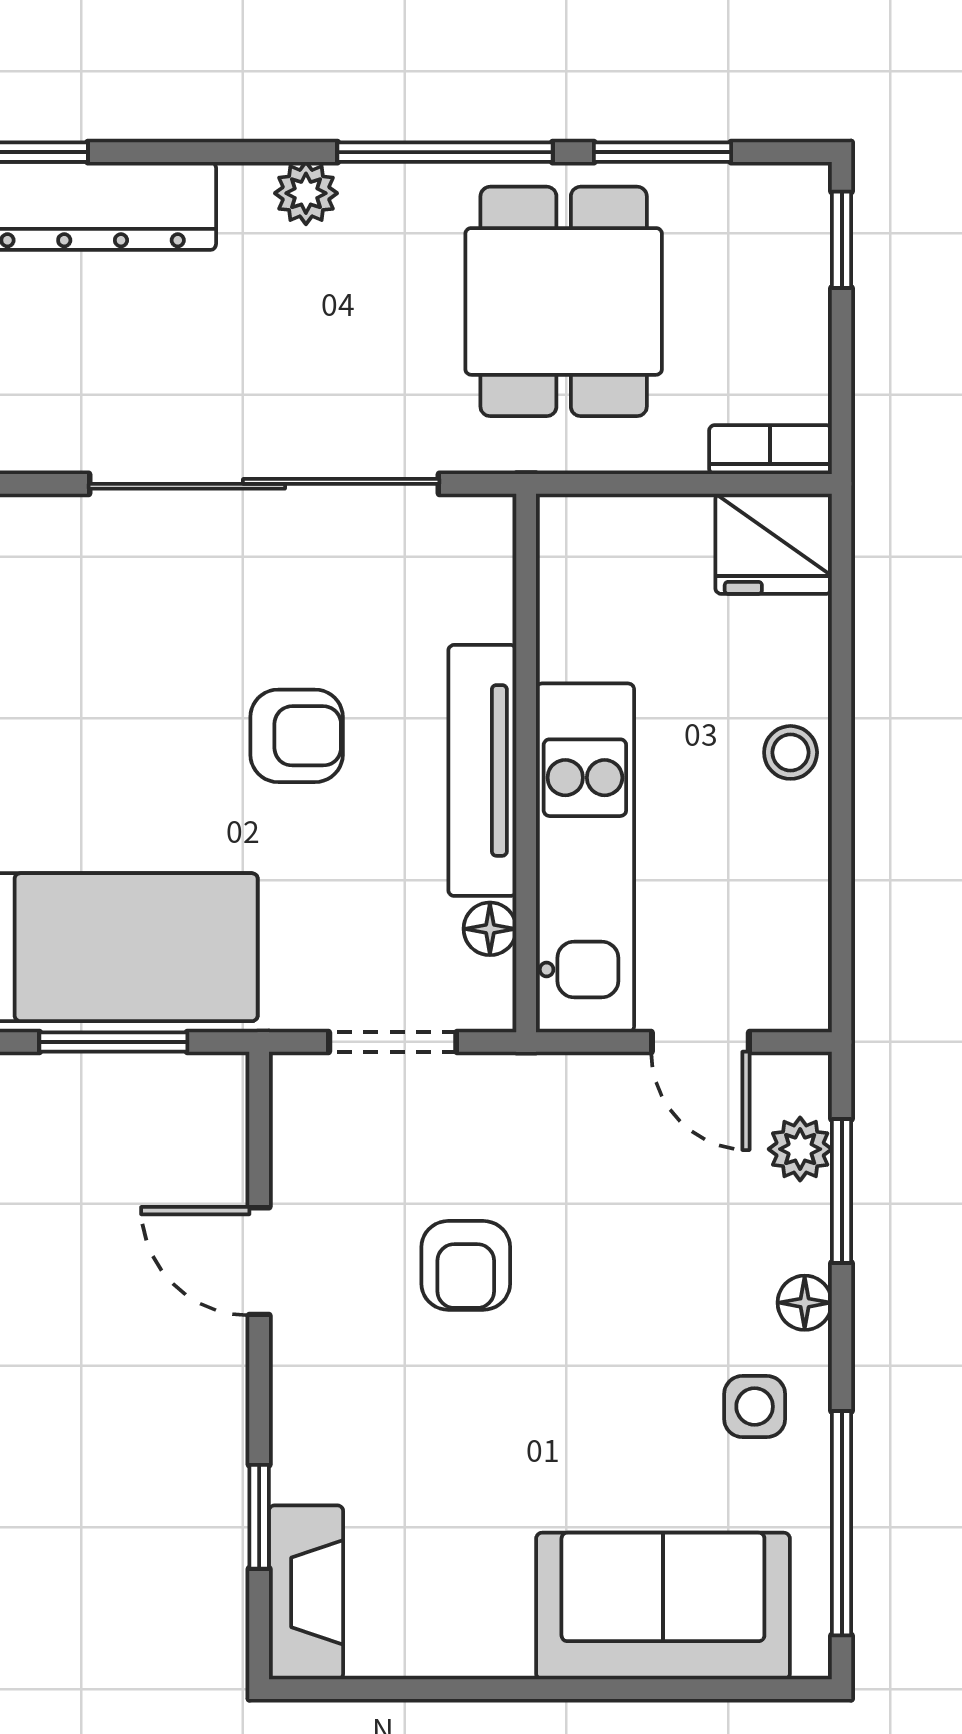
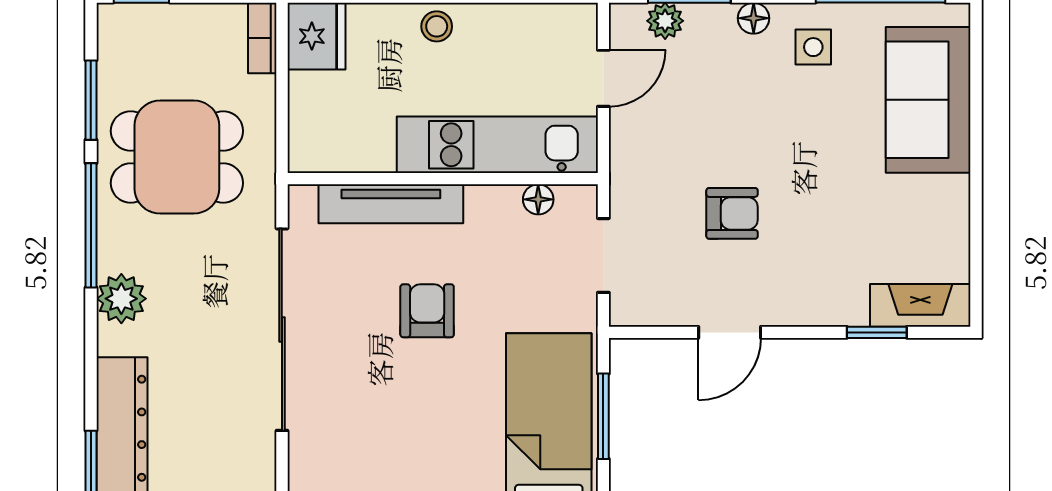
plant: (306, 193) -> (121, 299), width x1.38, depth x1.38
tv unit: (482, 770) -> (391, 204), moved

